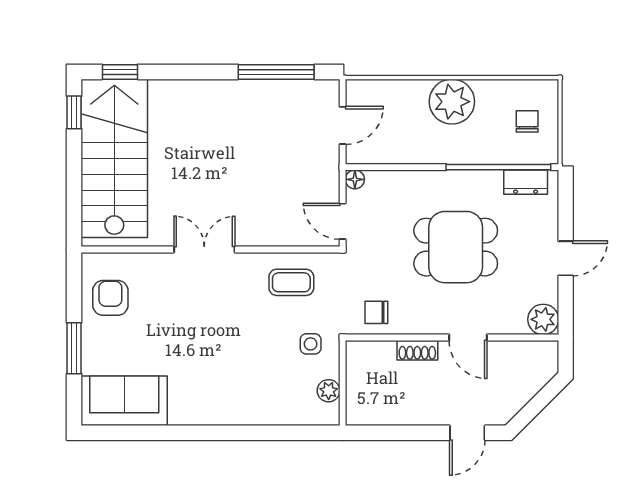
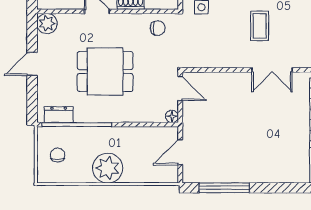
chair: (527, 121) -> (58, 155), turned 180
coffee table: (291, 282) -> (260, 26), moved, turned 90

